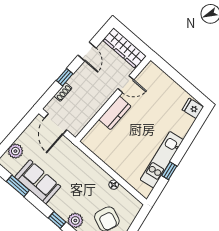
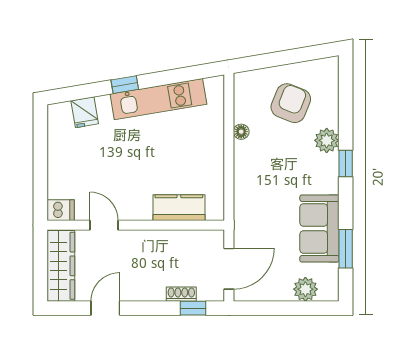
dishwasher: (150, 70) -> (61, 210), added
window: (65, 77) -> (193, 308), moved
fridge: (193, 108) -> (85, 112), moved
kitchen counter: (115, 113) -> (179, 208), moved
window: (169, 171) -> (125, 85), moved

